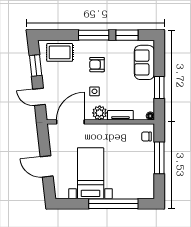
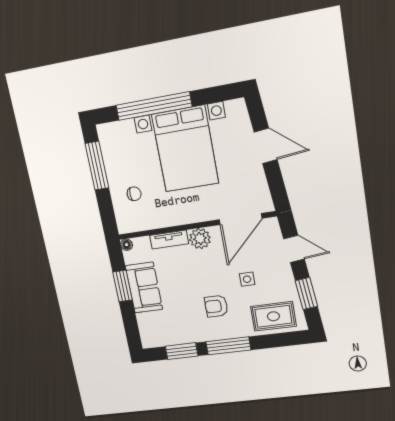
sofa: (144, 62) -> (144, 288), moved
armchair: (97, 65) -> (216, 306), turned 180
side table: (94, 91) -> (247, 279), moved
chair: (146, 136) -> (134, 194), moved
window: (159, 158) -> (97, 166), moved
bed with nightstands: (91, 173) -> (185, 149), width x1.36

